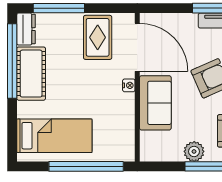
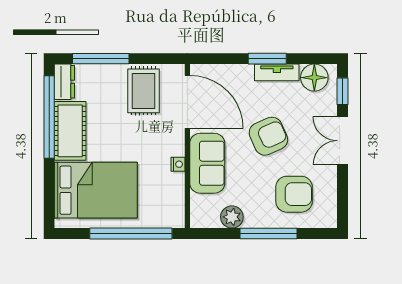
nightstand: (129, 85) -> (178, 164), moved
bed: (54, 136) -> (96, 190), width x1.50
plant: (194, 151) -> (232, 217), moved

